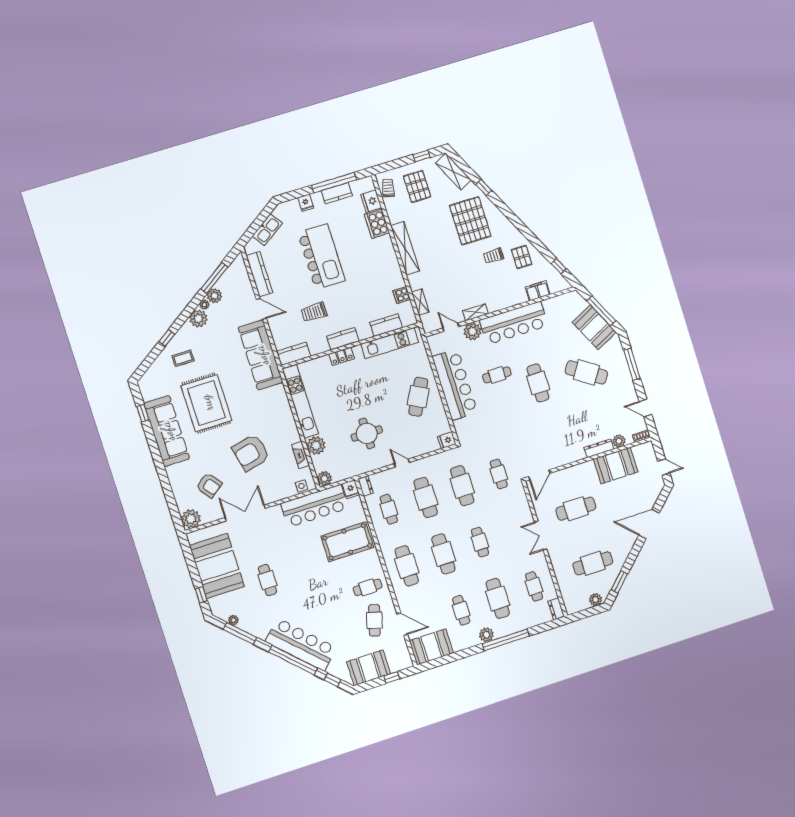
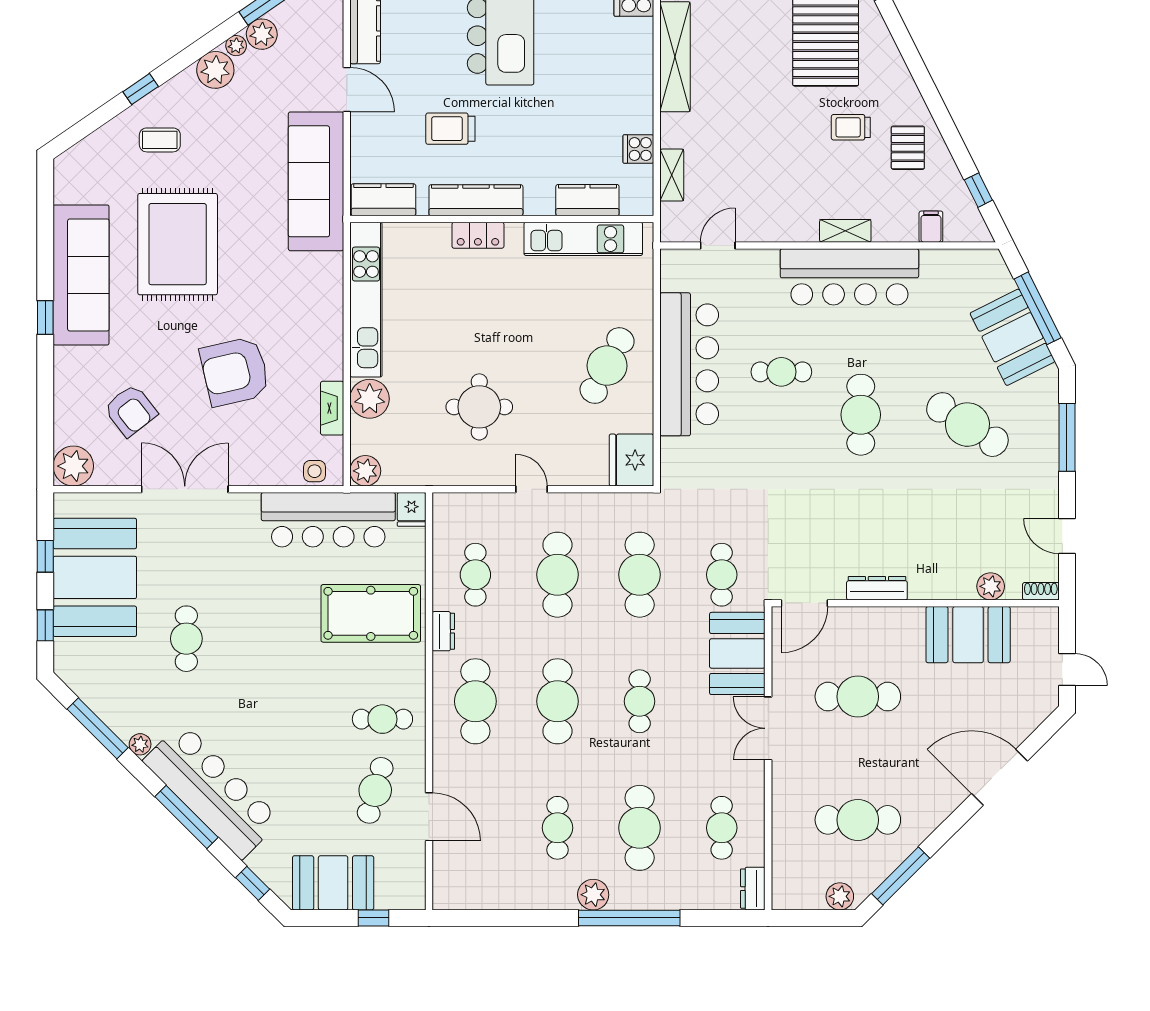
filing cabinet: (538, 291) -> (931, 227), width x0.50
shelving: (475, 312) -> (845, 231), moved
door: (451, 327) -> (718, 246), hinge flipped
plant: (472, 331) -> (759, 268), removed
kitchen counter: (343, 339) -> (476, 200), width x1.50
window: (143, 413) -> (45, 317), moved
fridge: (447, 440) -> (632, 460), width x1.88, depth x1.34
dresser: (599, 448) -> (877, 588), moved
dresser: (366, 486) -> (443, 631), moved
window: (191, 564) -> (45, 556), added
window: (619, 582) -> (901, 876), width x1.44
plant: (233, 620) -> (140, 744), moved
booth: (431, 647) -> (737, 653), moved, turned 90
window: (293, 660) -> (186, 817), width x0.68

